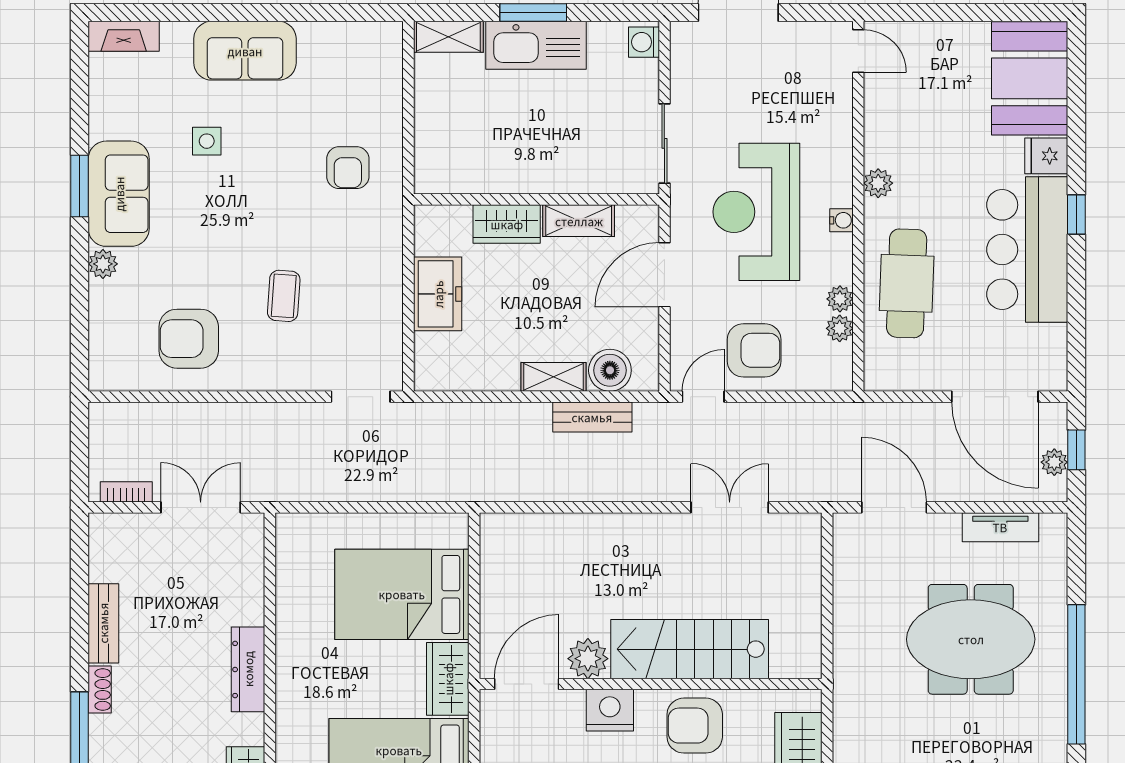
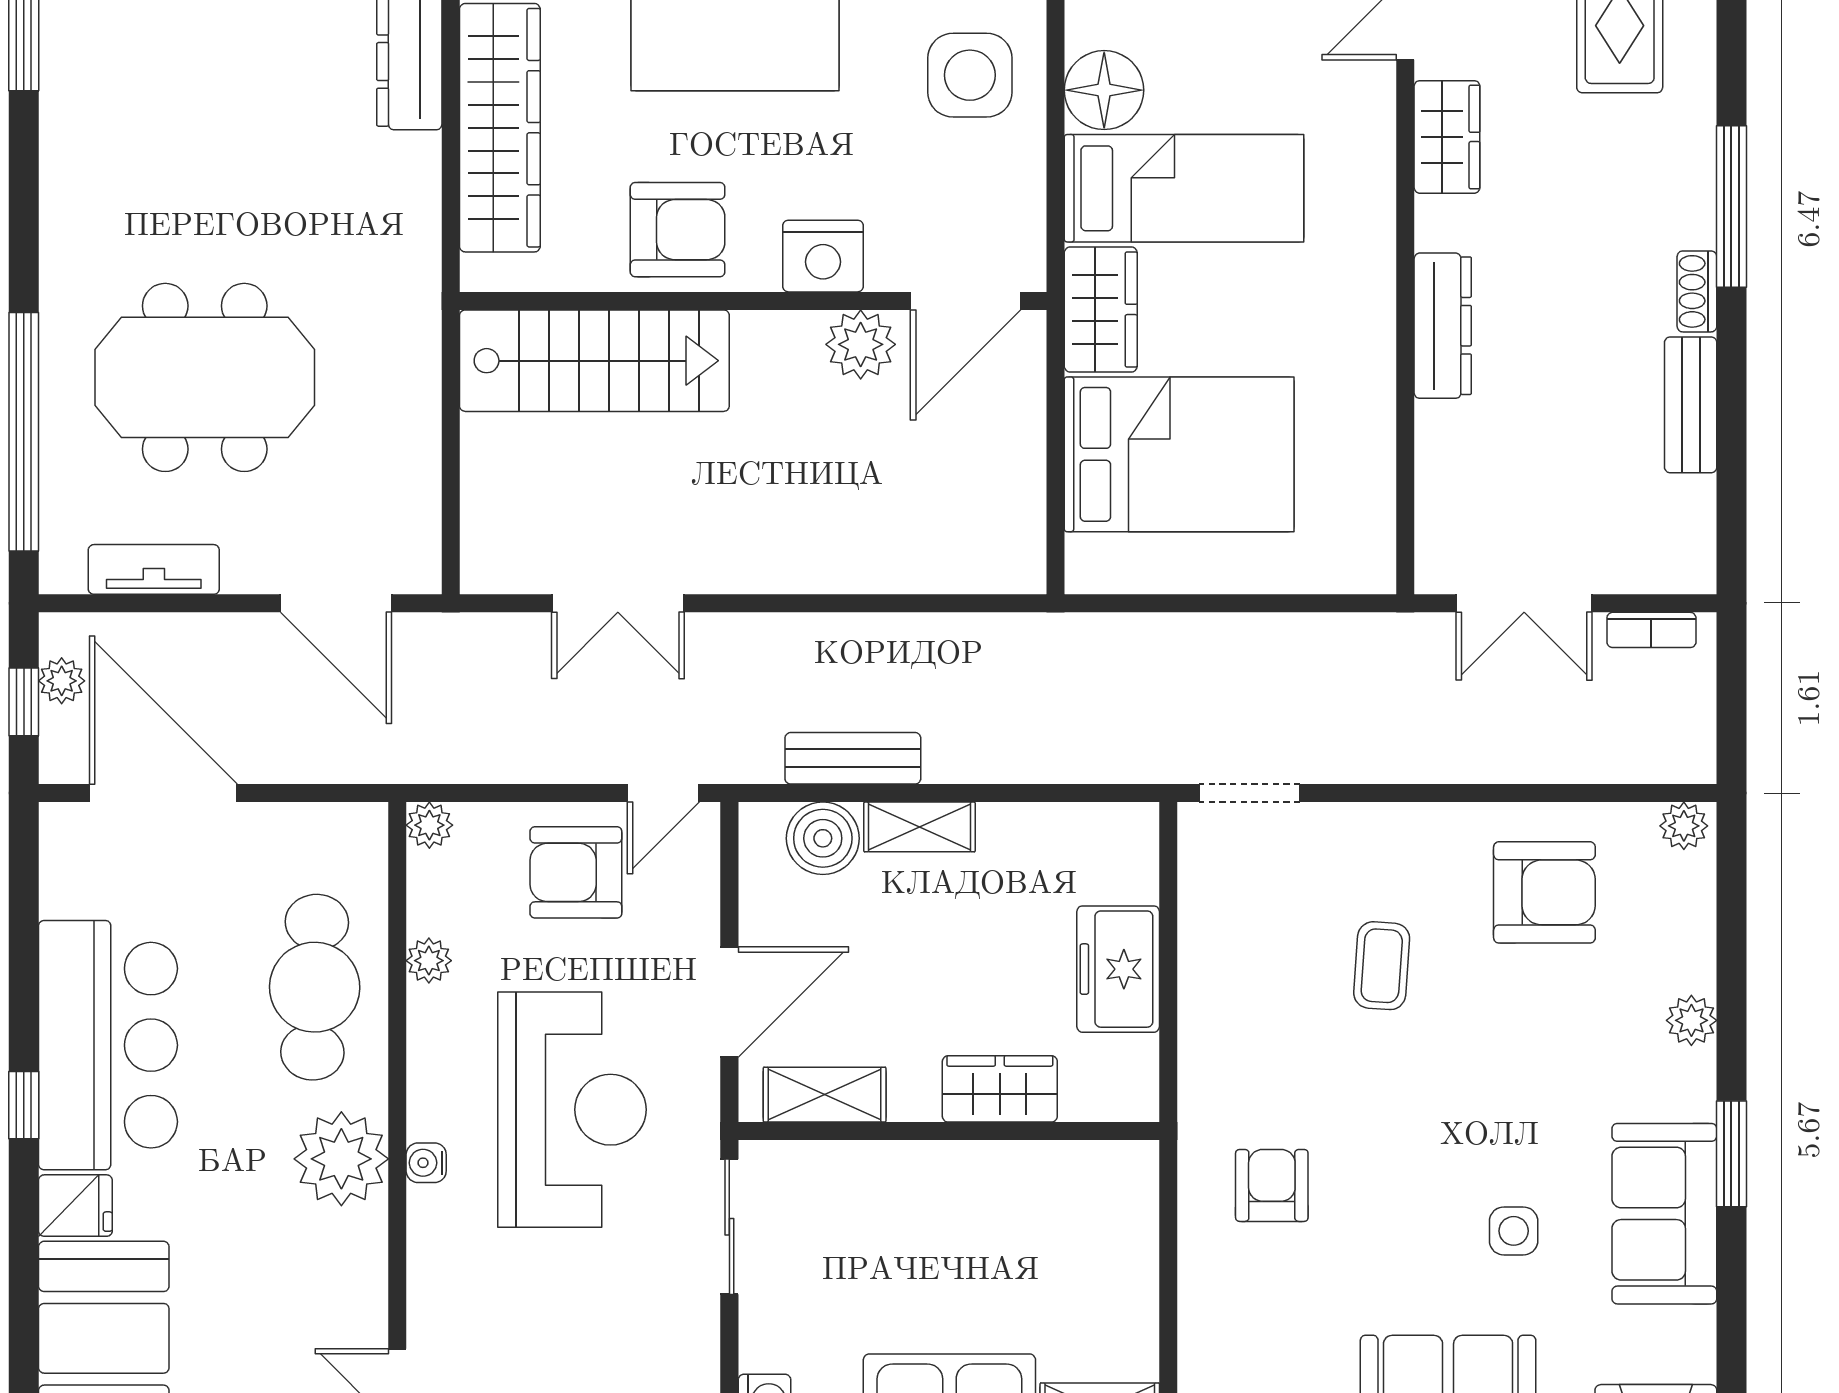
plant: (878, 183) -> (341, 1159), width x1.88, depth x1.88
sofa: (119, 194) -> (1664, 1214), moved
water cooler: (841, 220) -> (426, 1163), moved
shelving: (579, 221) -> (825, 1095), moved
plant: (840, 328) -> (429, 825), moved
plant: (107, 378) -> (1684, 826), added
stairs: (690, 649) -> (594, 361), moved
window: (1076, 674) -> (24, 432), moved

